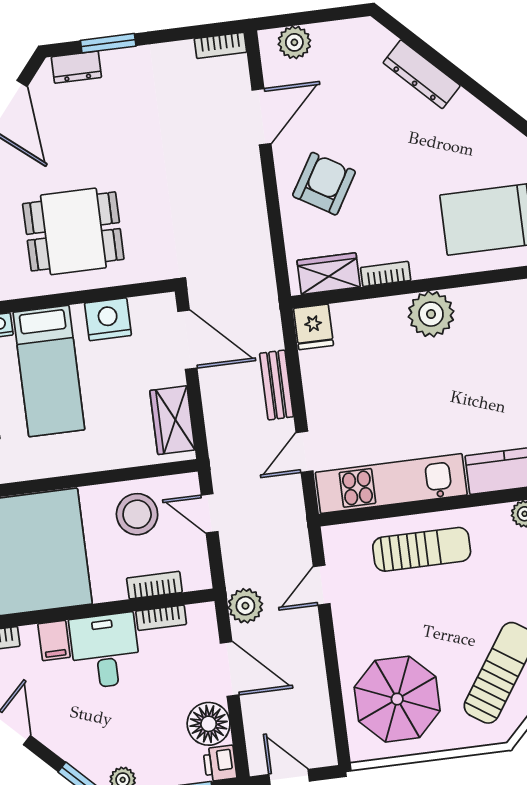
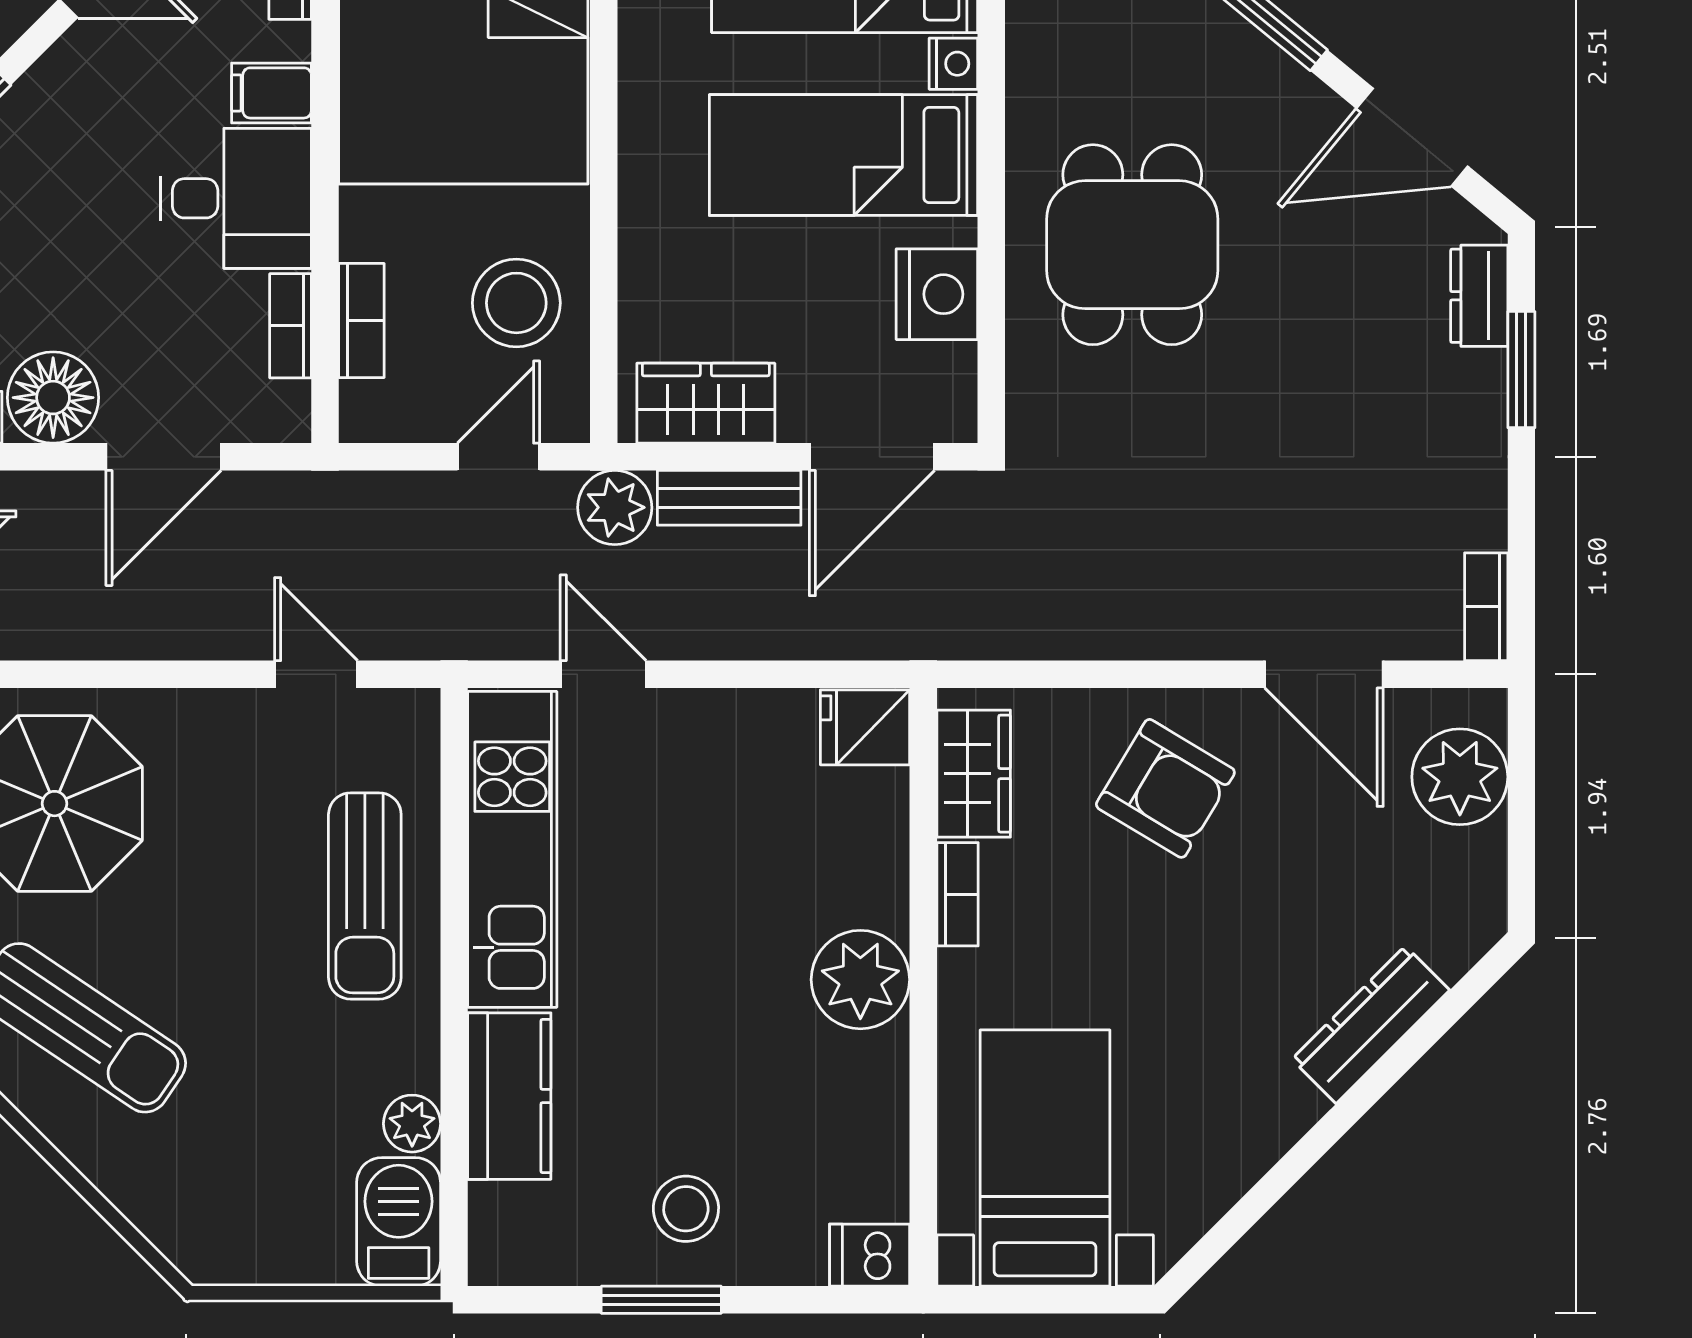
plant: (294, 42) -> (1460, 777), width x1.36, depth x1.36
bench: (277, 385) -> (729, 498), moved
plant: (245, 606) -> (615, 507), moved

